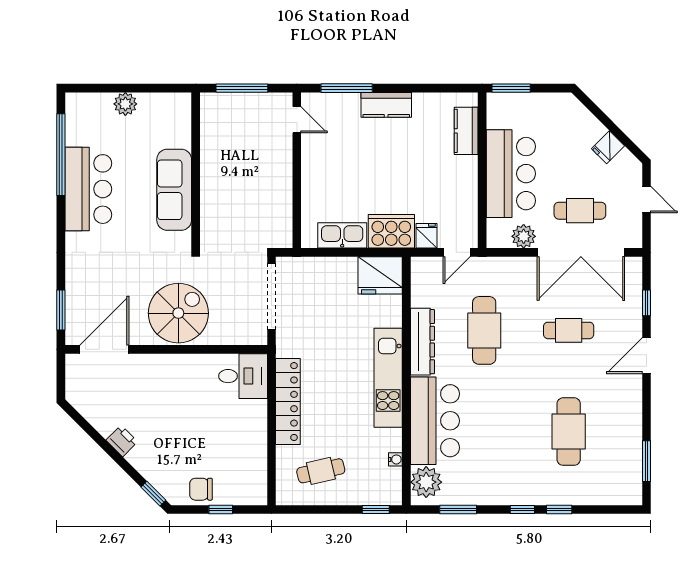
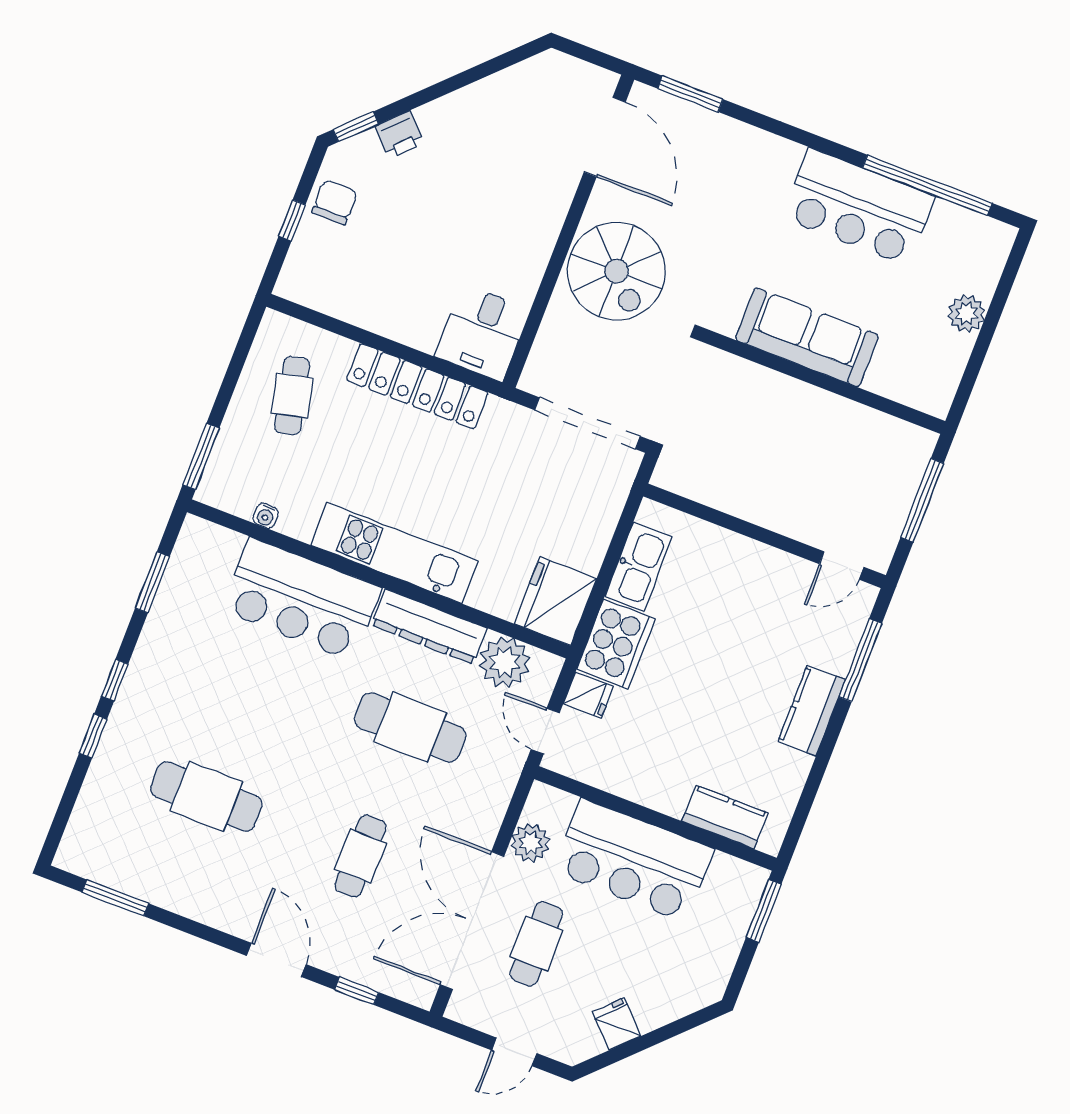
printer: (122, 441) -> (399, 134), moved
plant: (426, 482) -> (505, 662), moved
window: (376, 509) -> (201, 457), width x1.50

